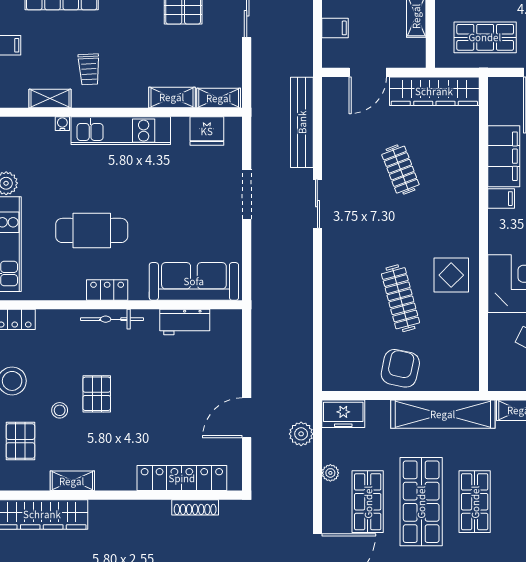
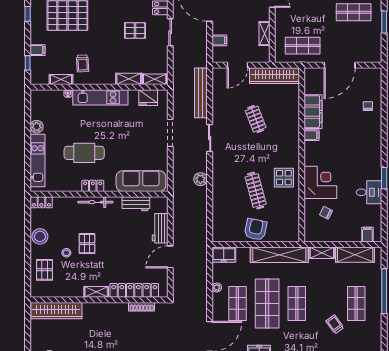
workbench: (228, 366) -> (160, 228), added
plant: (301, 434) -> (200, 179), moved
shelving: (72, 481) -> (96, 292), moved

